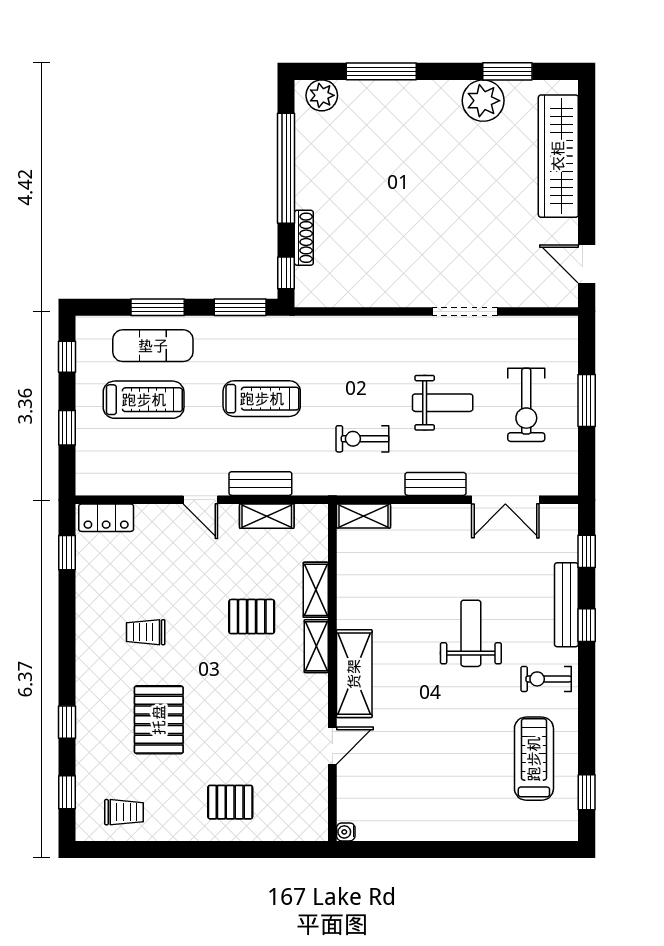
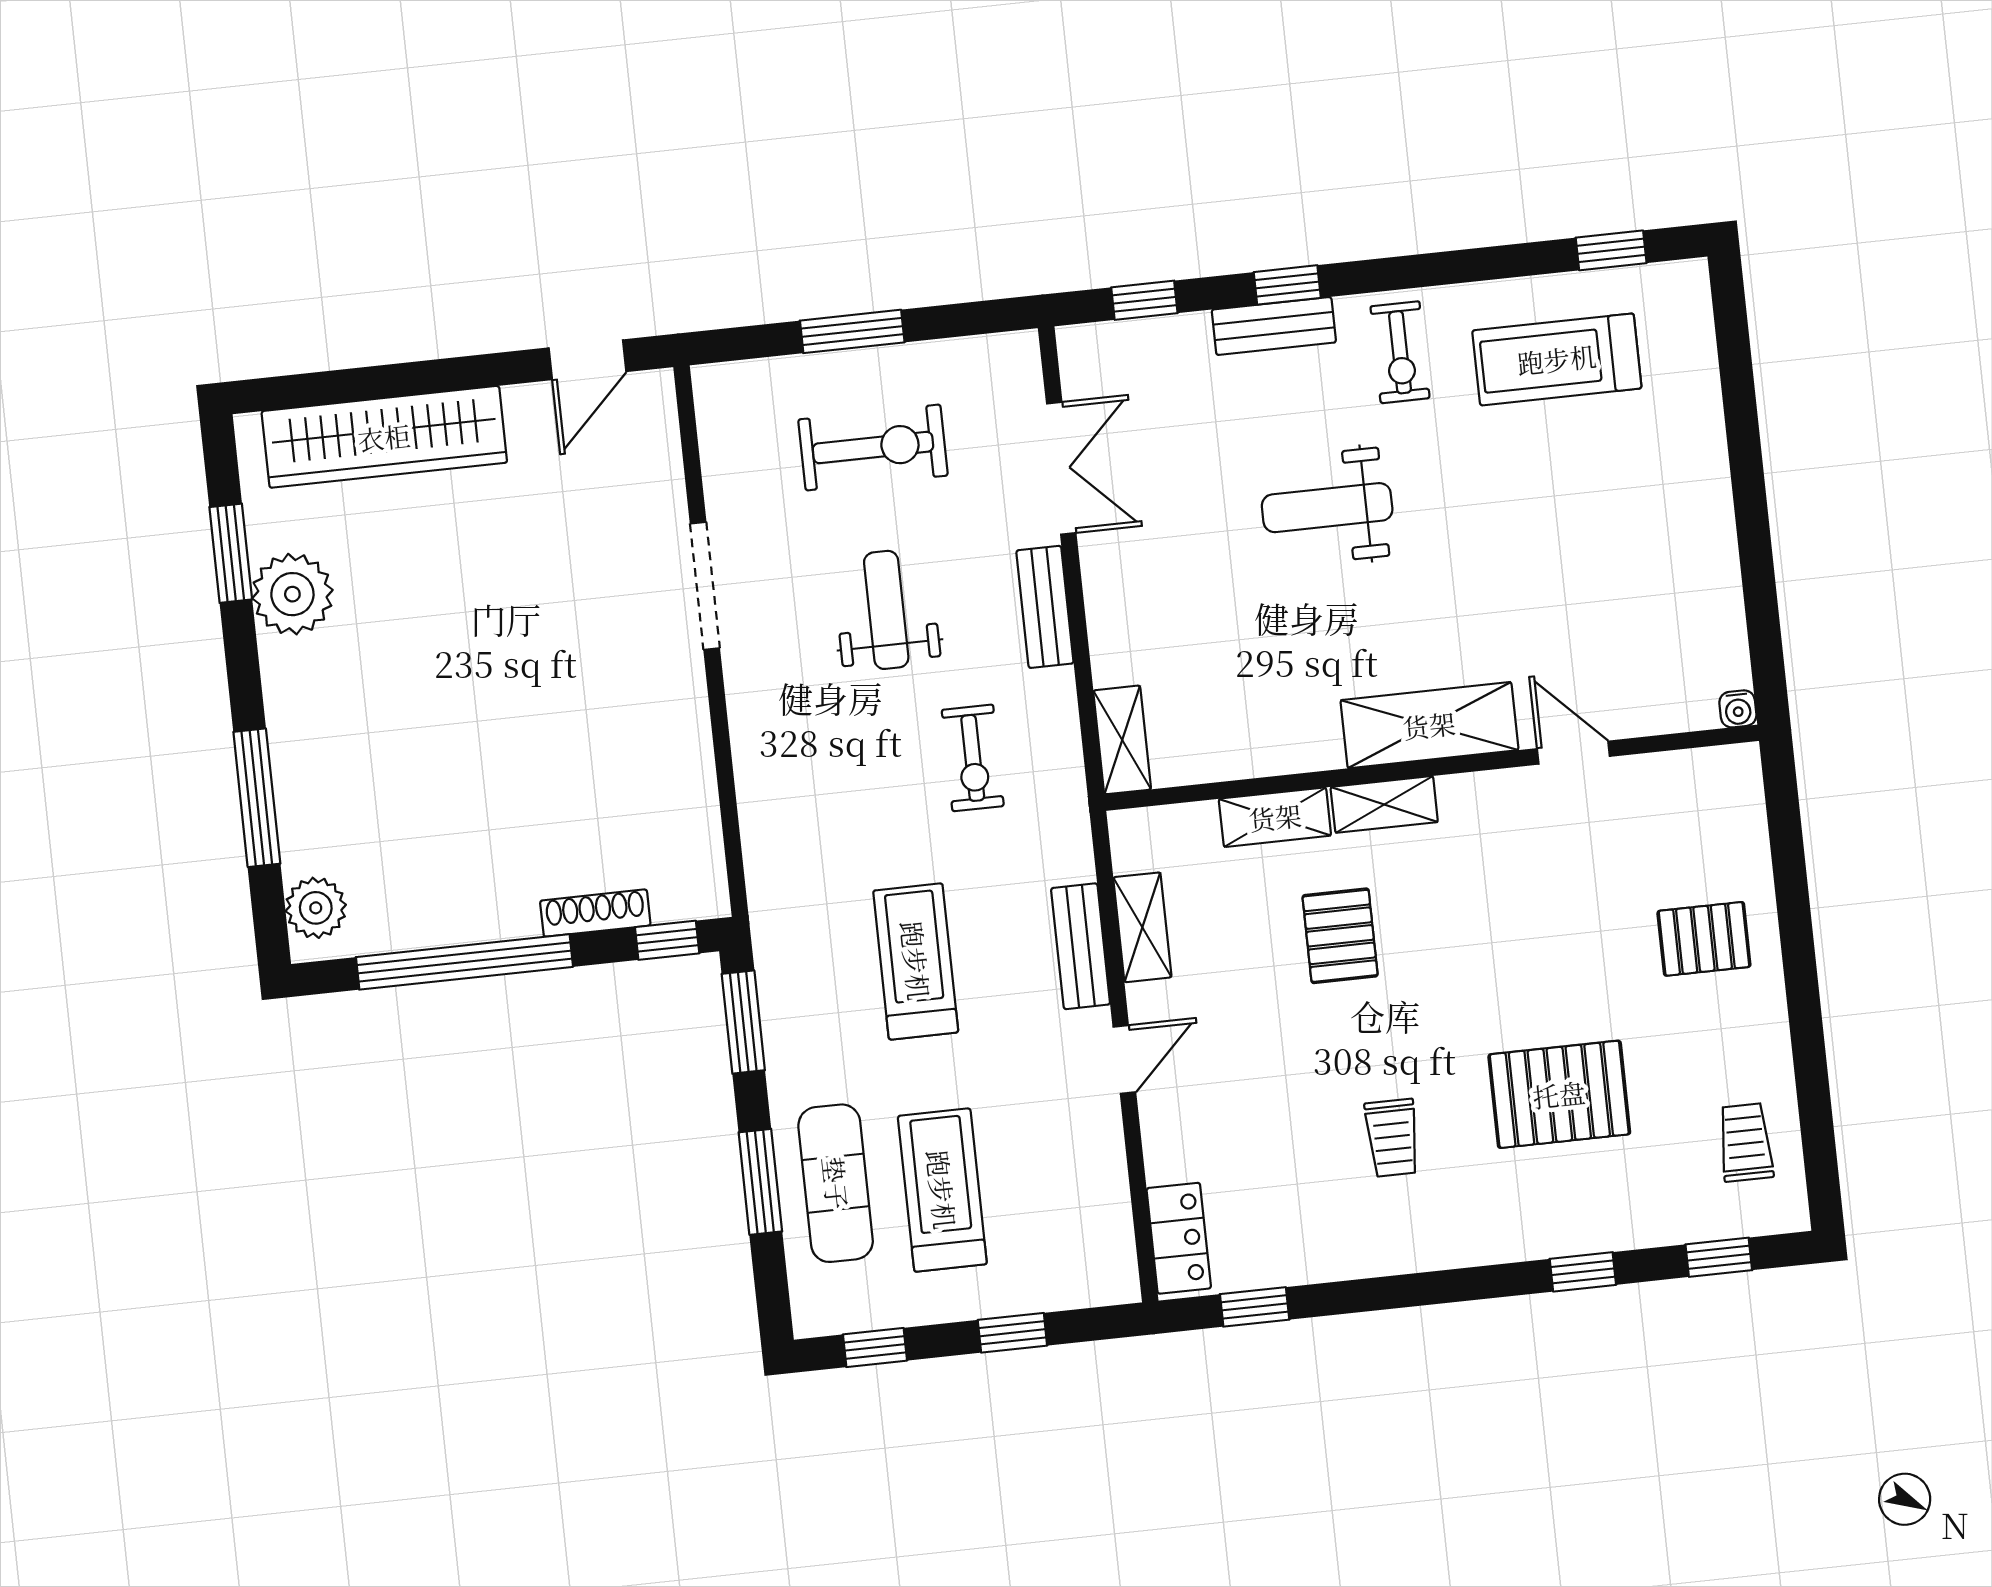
bench: (566, 605) -> (1274, 326), width x0.73
pallet: (230, 802) -> (1704, 939), turned 90

